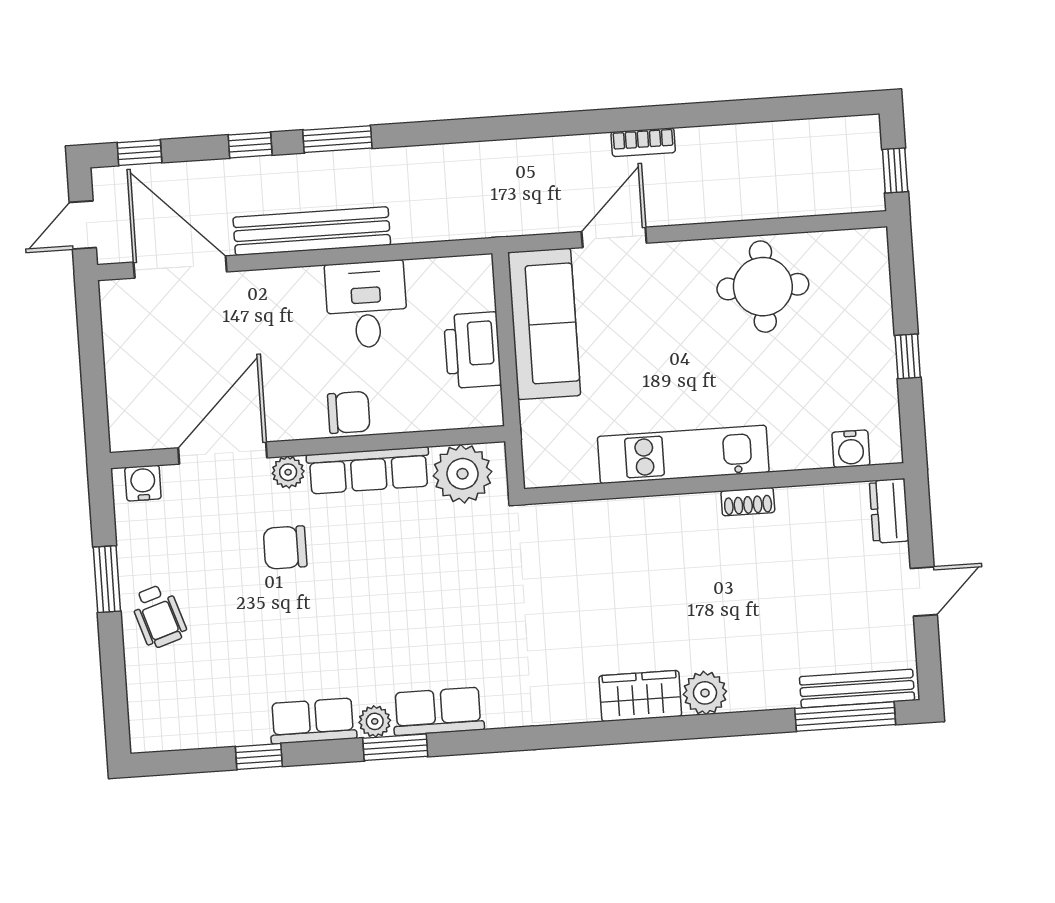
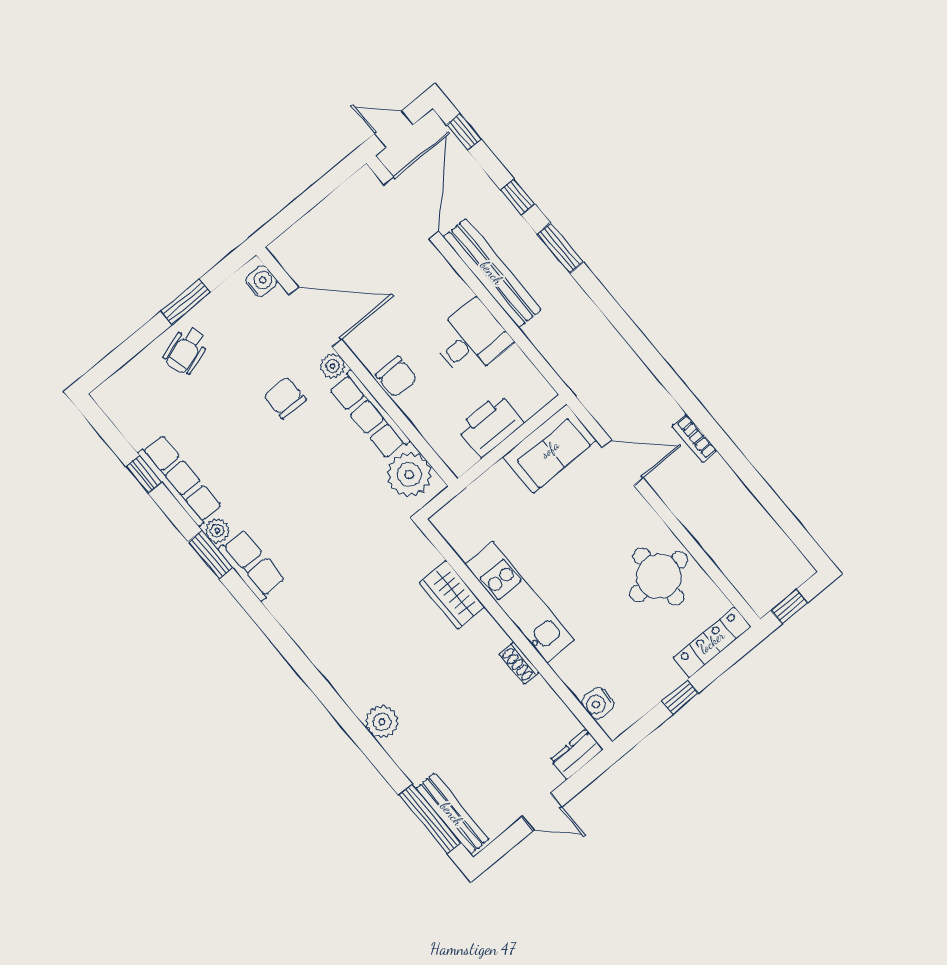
locker: (874, 280) -> (712, 642), added
sofa: (544, 324) -> (550, 449), width x0.73
wardrobe: (640, 696) -> (452, 595), moved, turned 180
row of seats: (313, 721) -> (180, 480), width x1.48

